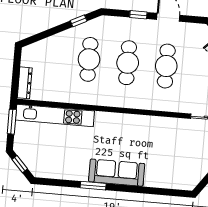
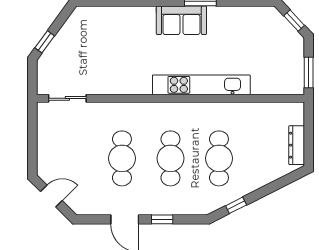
dresser: (25, 83) -> (297, 145), moved
kitchen unit: (55, 115) -> (201, 85), moved
sofa: (117, 173) -> (181, 20), width x0.73

